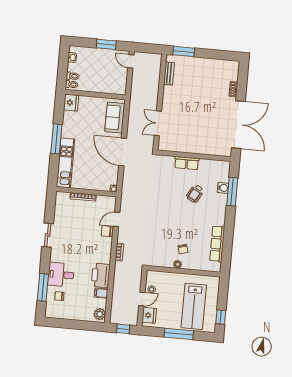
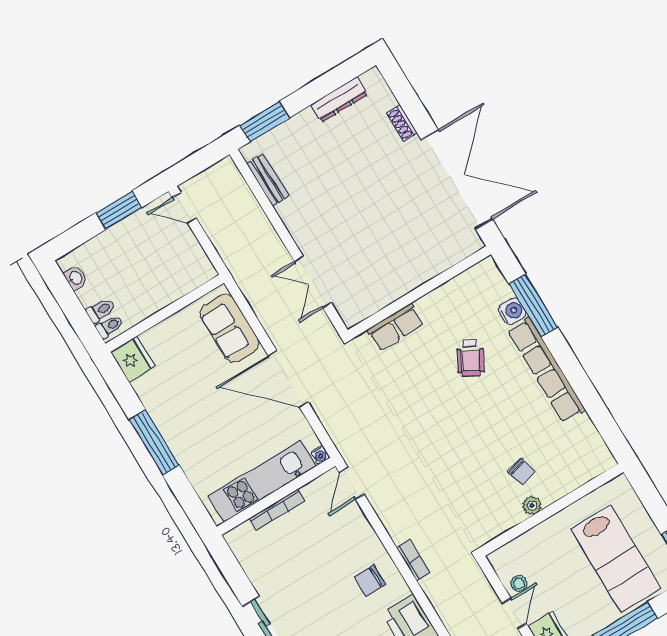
dresser: (217, 64) -> (339, 100), added
kitchen unit: (66, 163) -> (262, 482), moved, turned -90
row of seats: (187, 163) -> (395, 327), moved
door: (117, 219) -> (352, 483), moved
chair: (107, 231) -> (370, 581), moved
row of seats: (217, 244) -> (546, 370), moved, width x1.36

